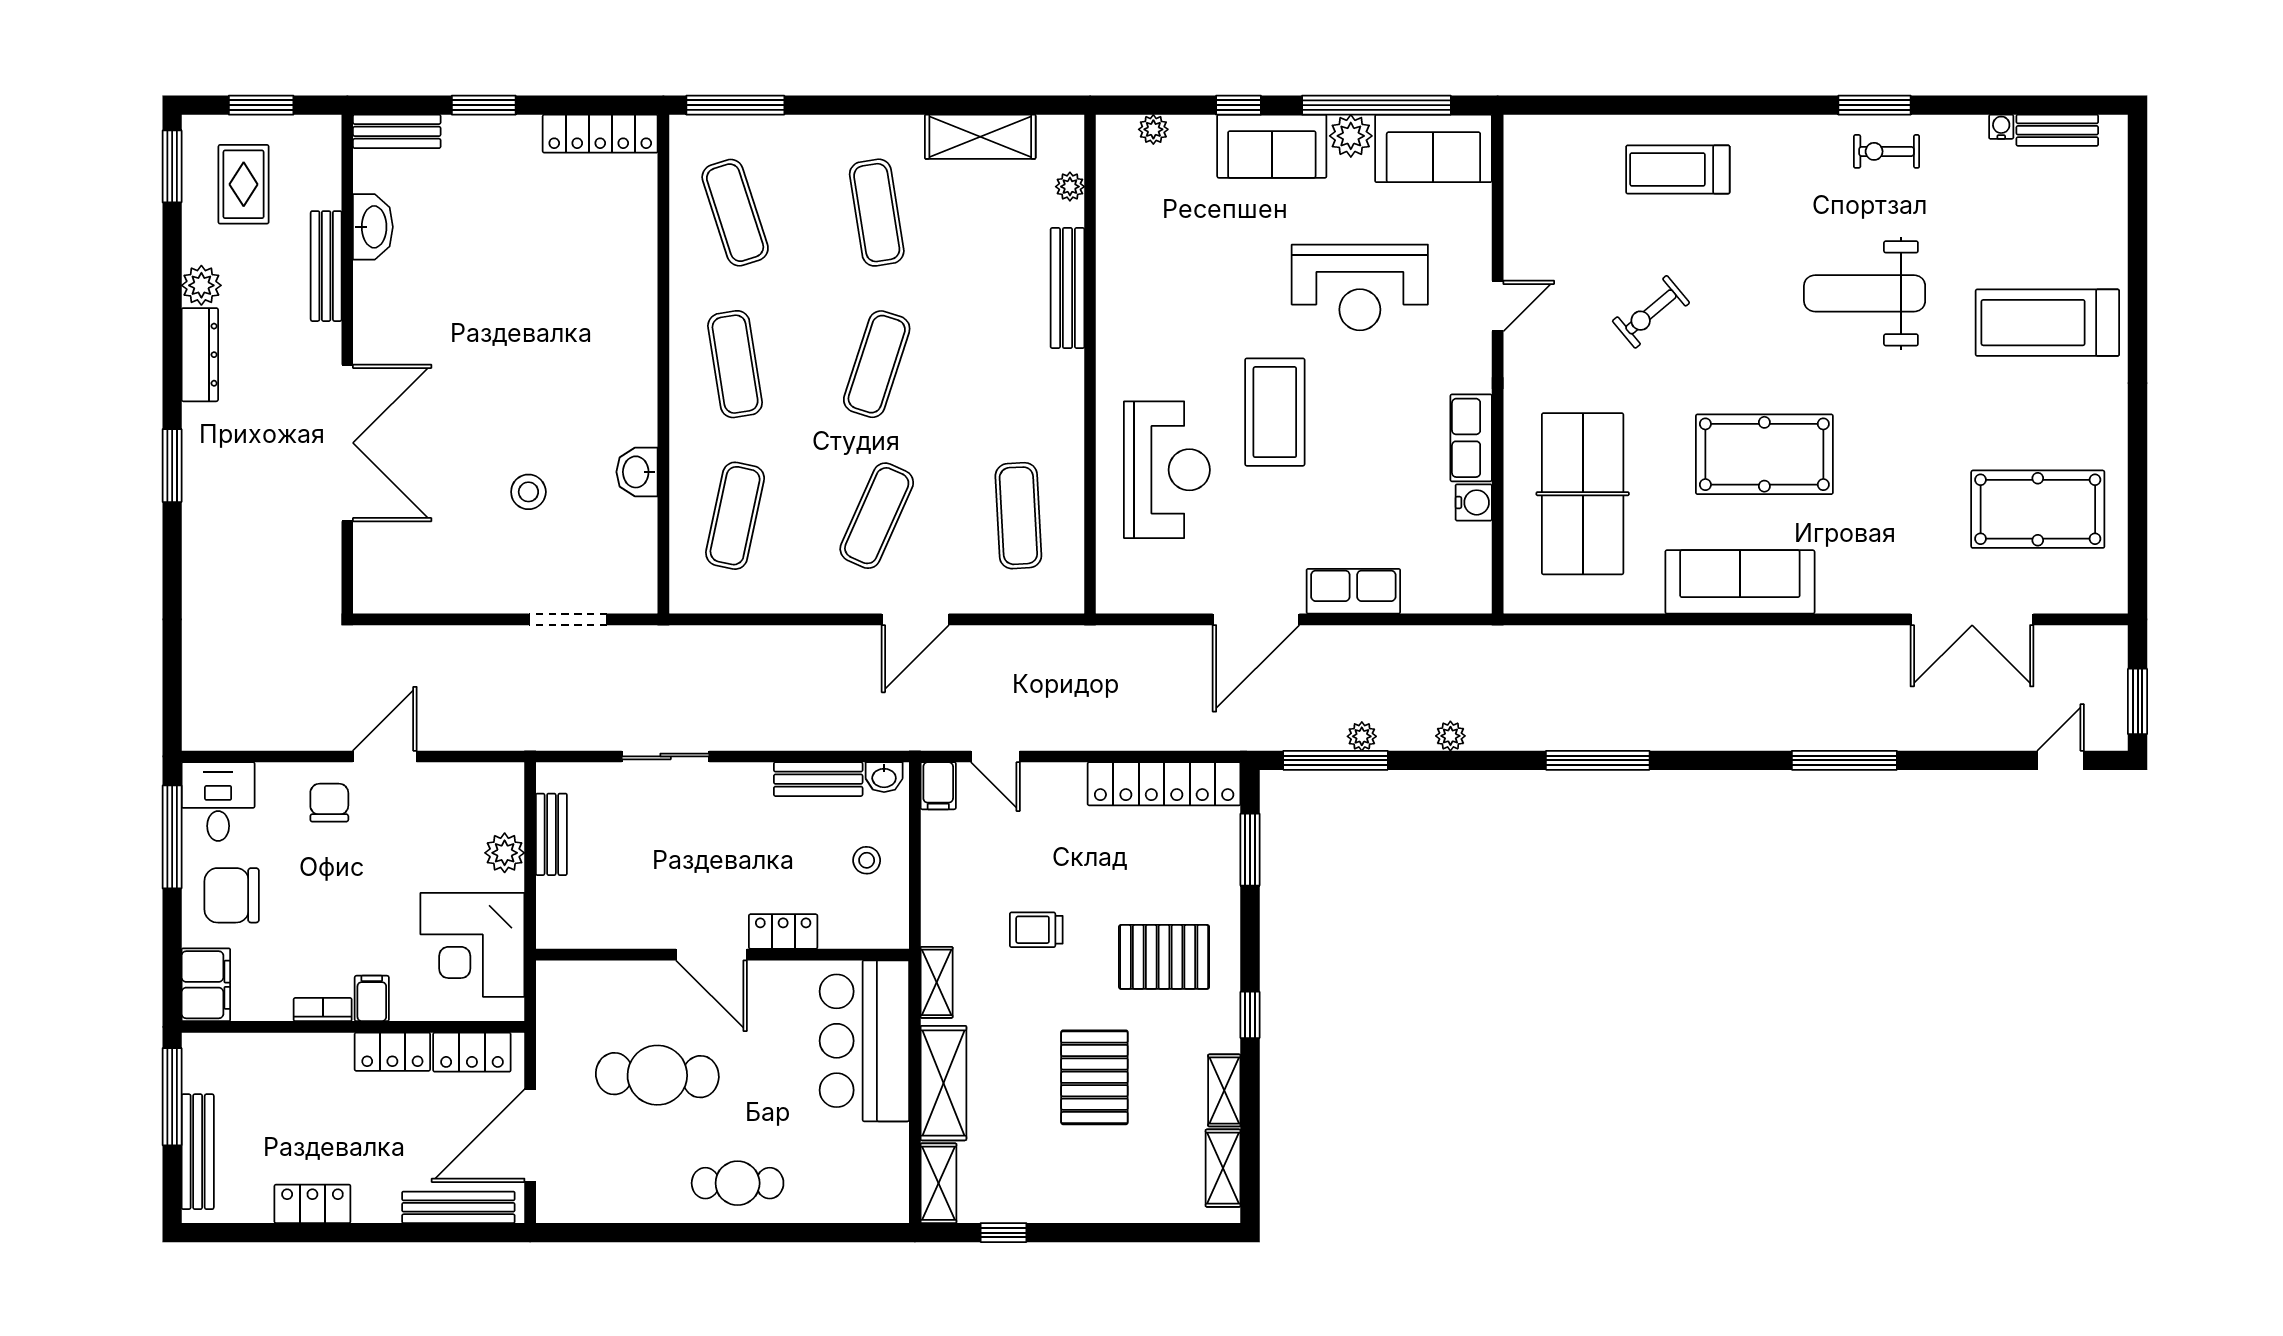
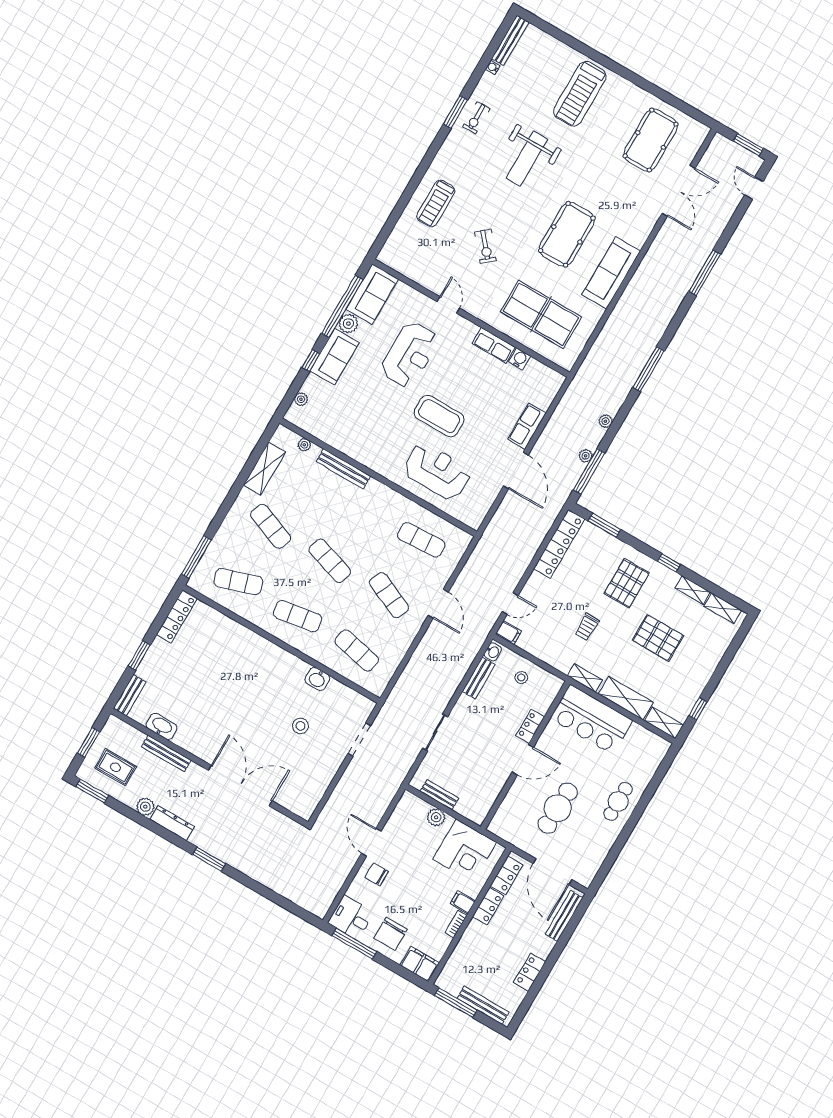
bench: (2057, 130) -> (510, 40), width x1.36
exercise mat: (877, 213) -> (271, 526), turned 30

